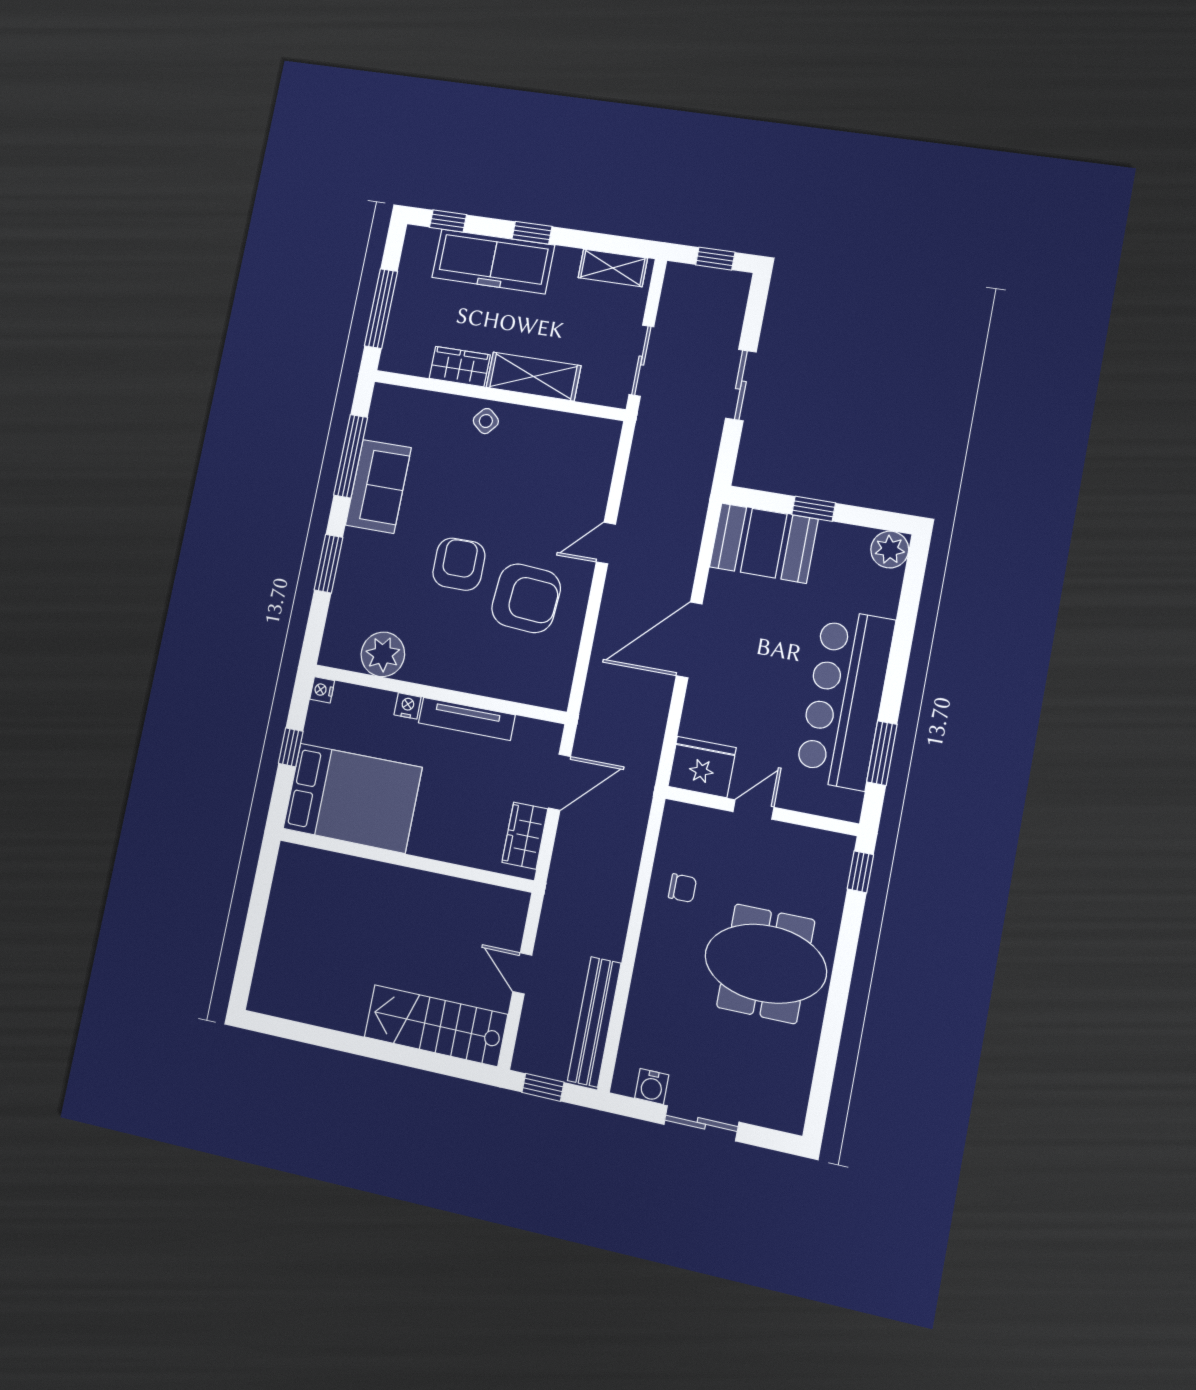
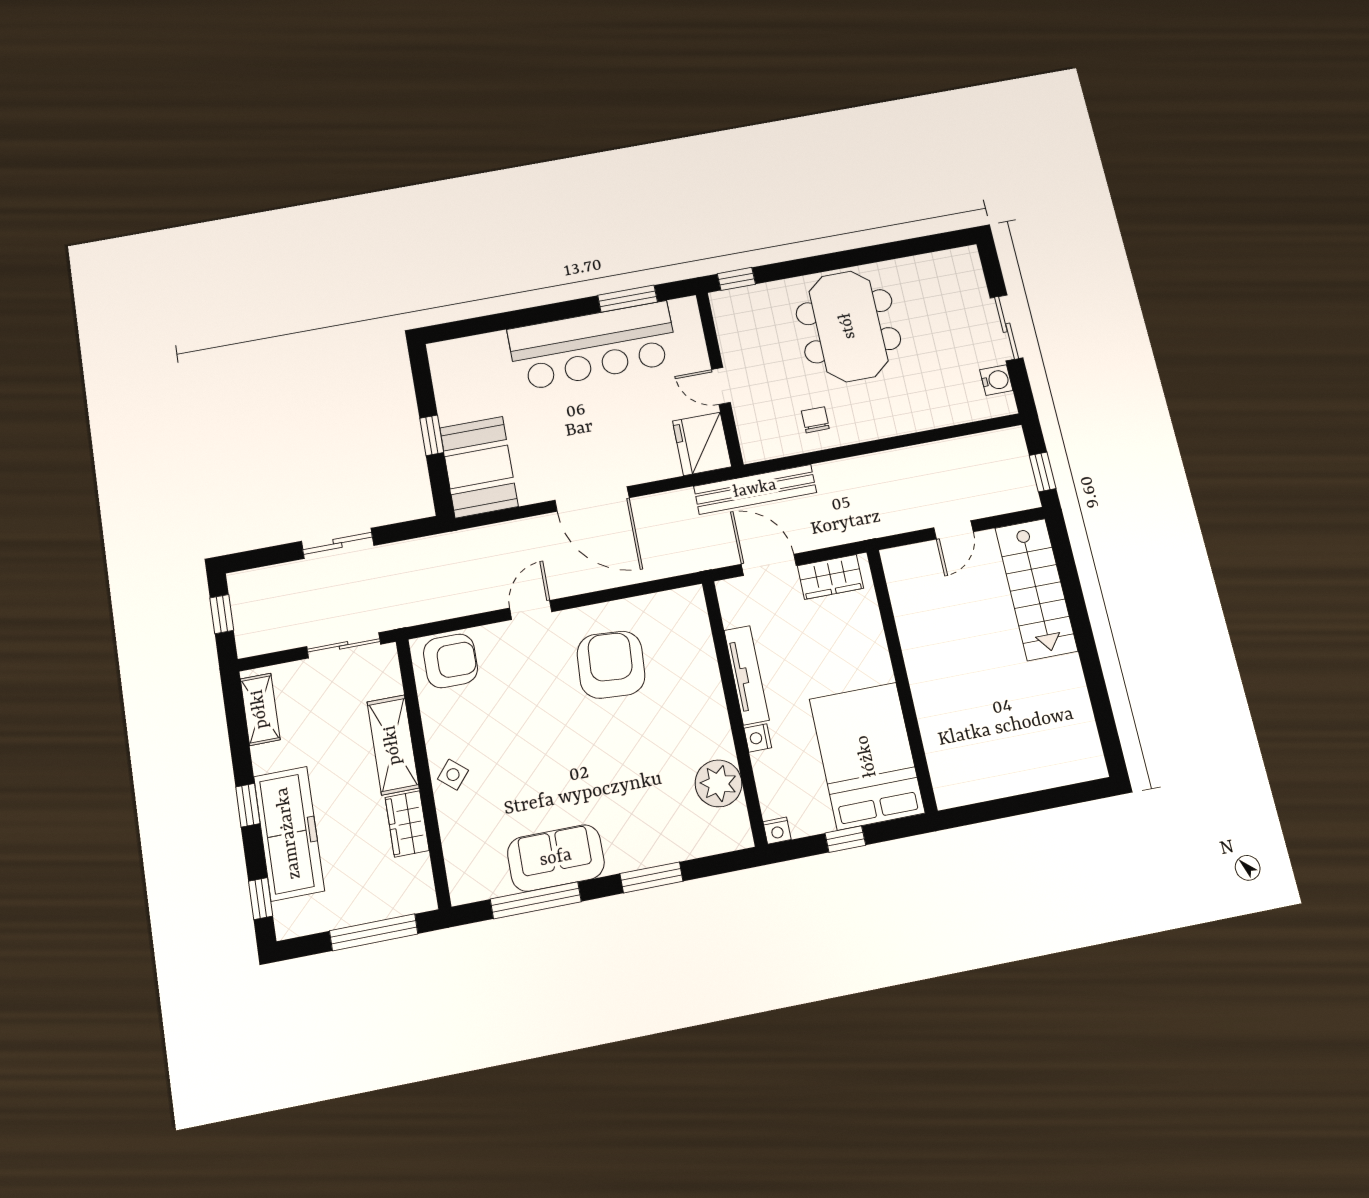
door: (606, 543) -> (531, 610), swing flipped
plant: (890, 550) -> (446, 357), removed
armchair: (459, 564) -> (450, 661), moved, turned 180
bench: (594, 1022) -> (755, 489), moved

